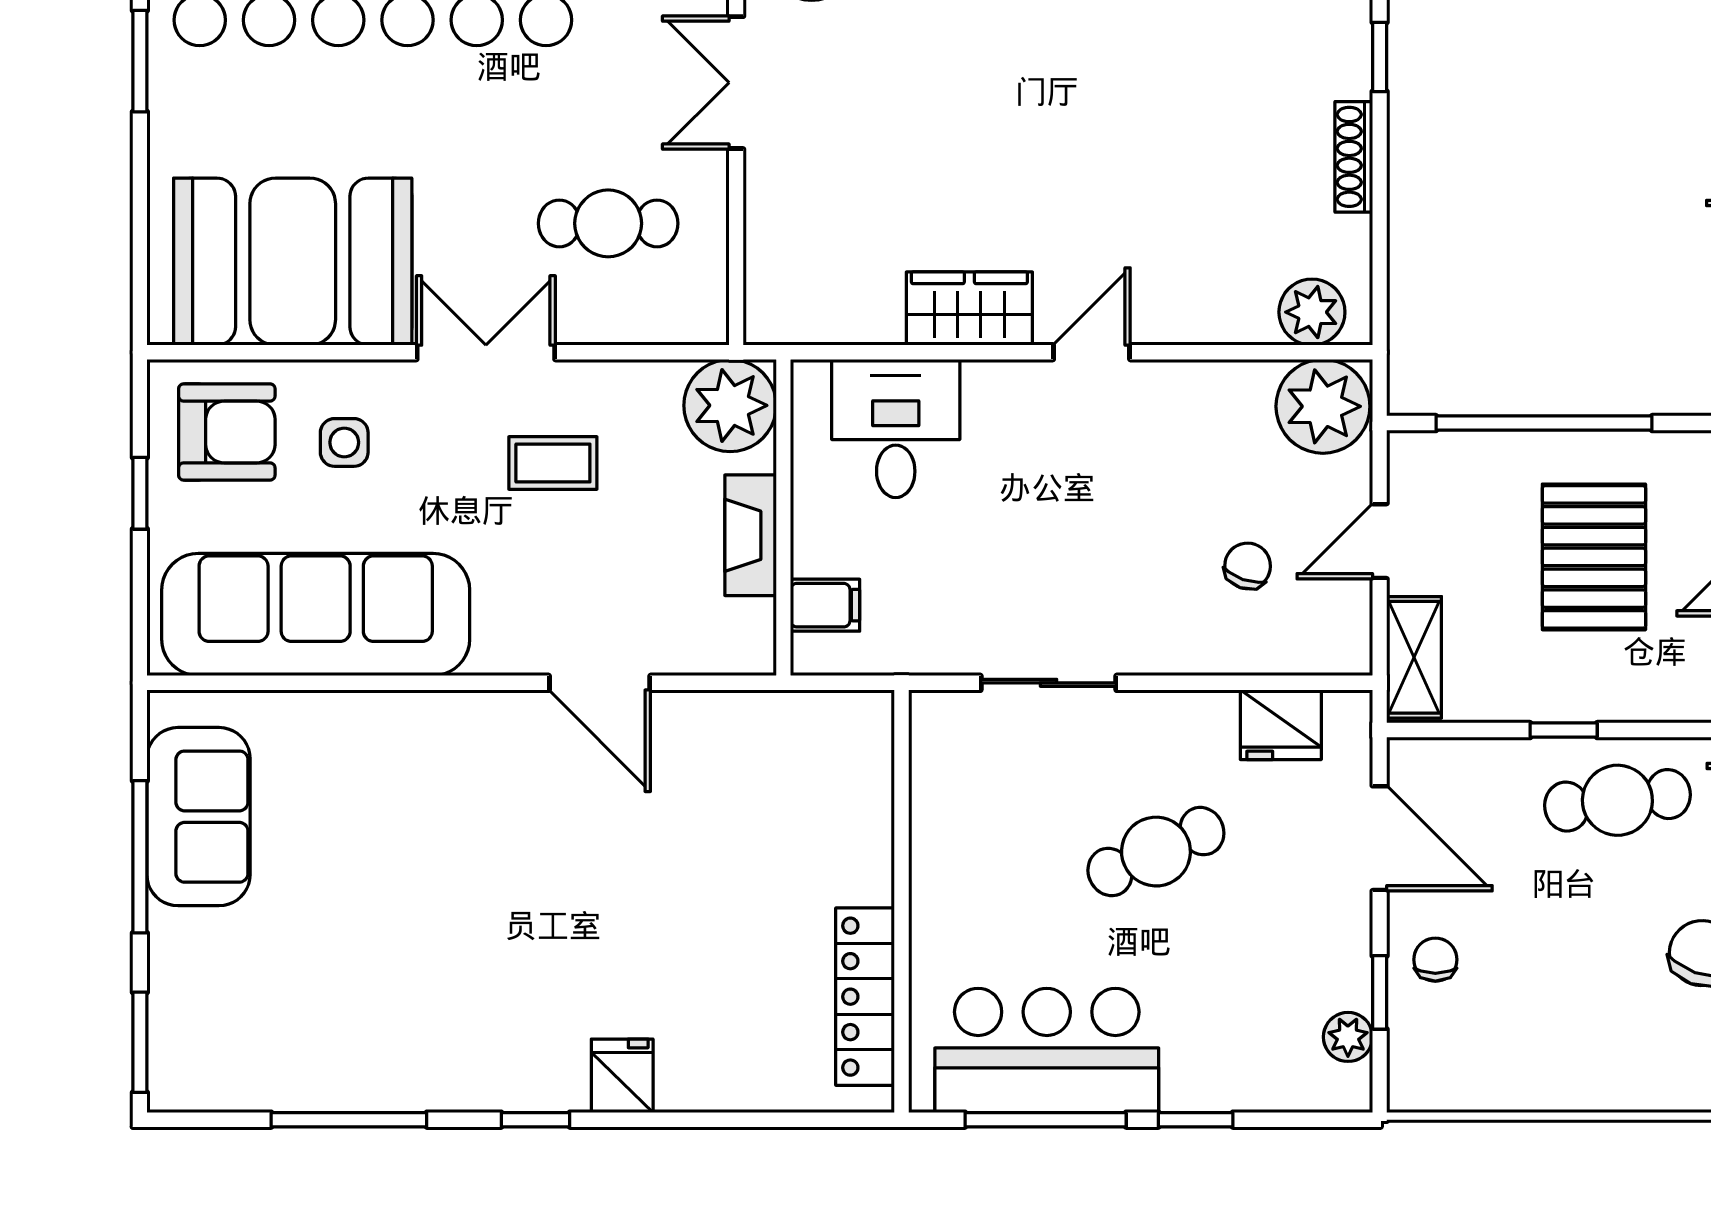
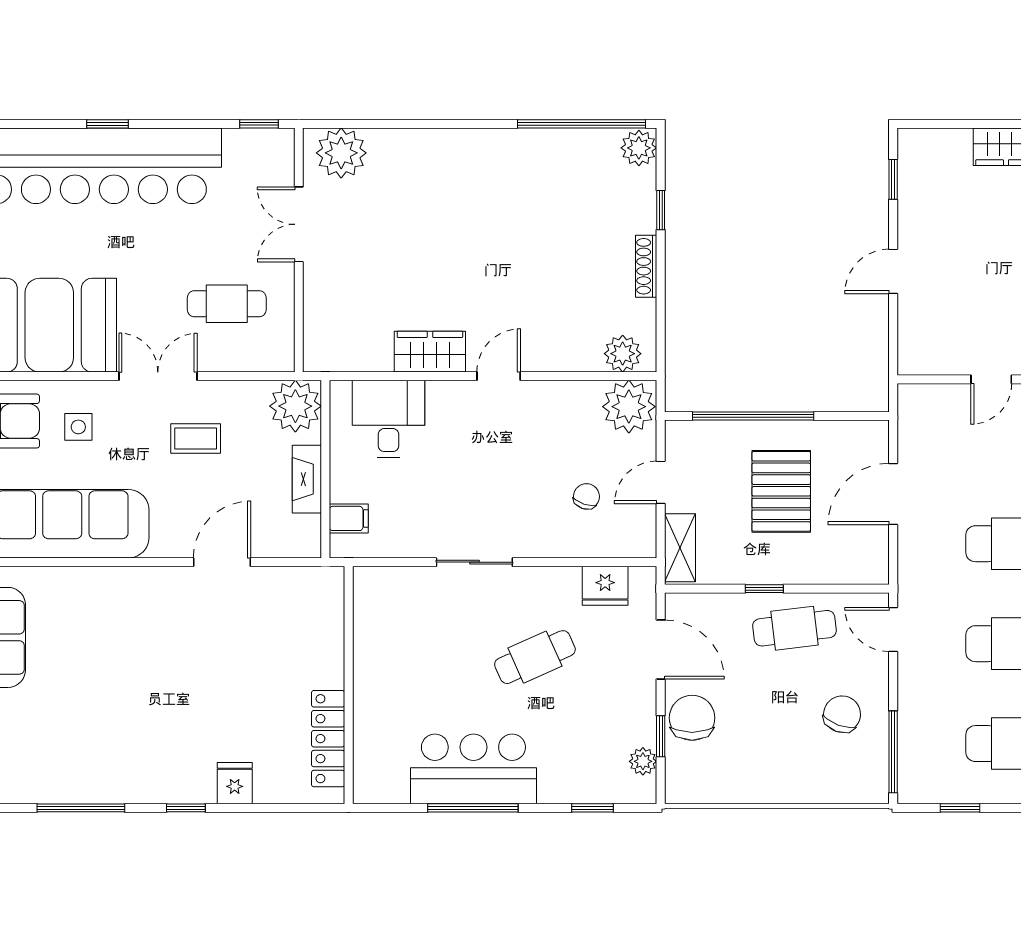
door: (600, 683) -> (222, 562), swing flipped
wall: (901, 901) -> (349, 685), moved
chair: (1435, 960) -> (692, 718), width x1.87, depth x1.87
locker: (865, 997) -> (328, 739), moved
window: (1196, 1120) -> (592, 808), moved

